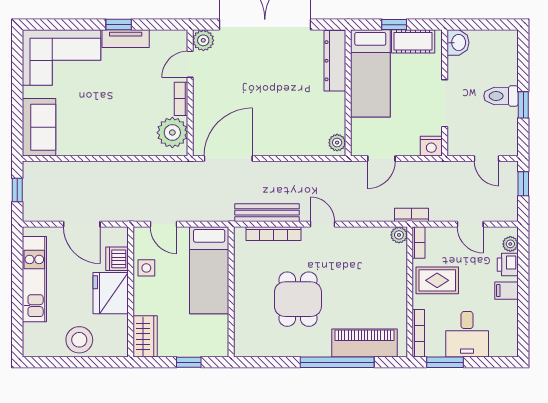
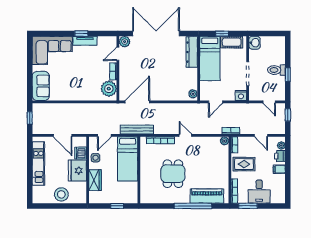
bench: (267, 213) -> (137, 130), moved
door: (164, 224) -> (104, 135), hinge flipped
wardrobe: (145, 336) -> (95, 180), moved

